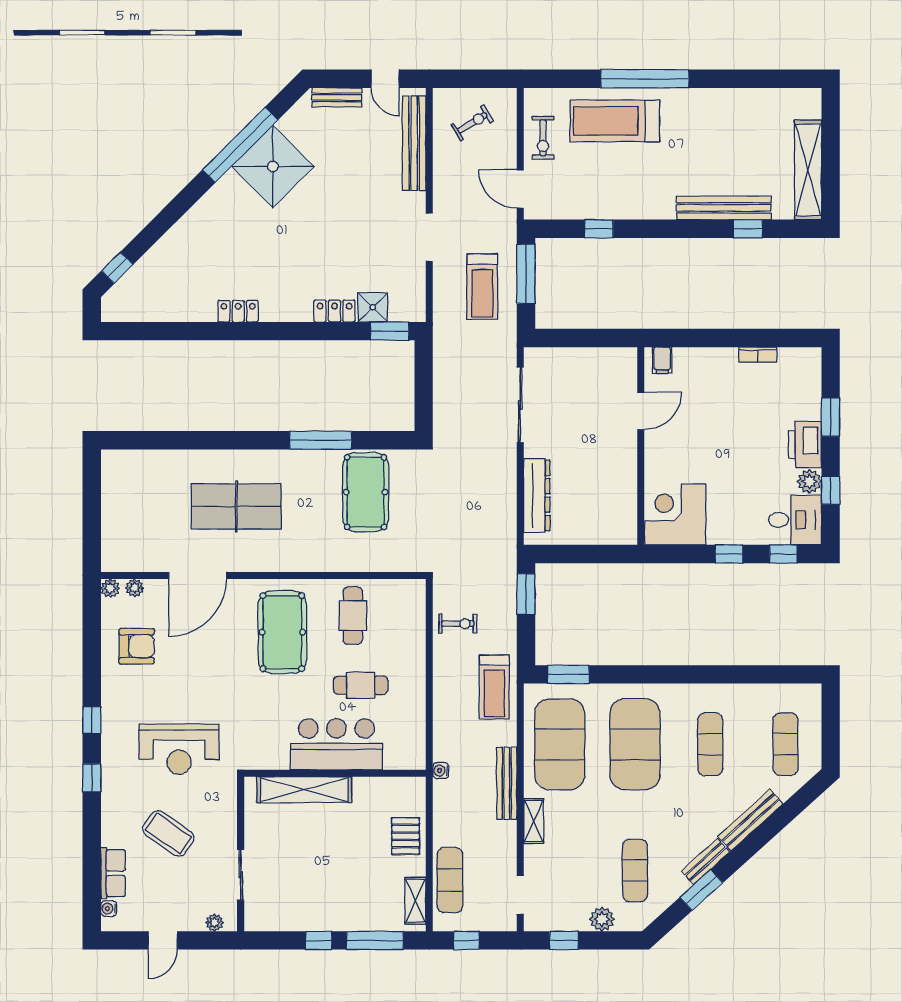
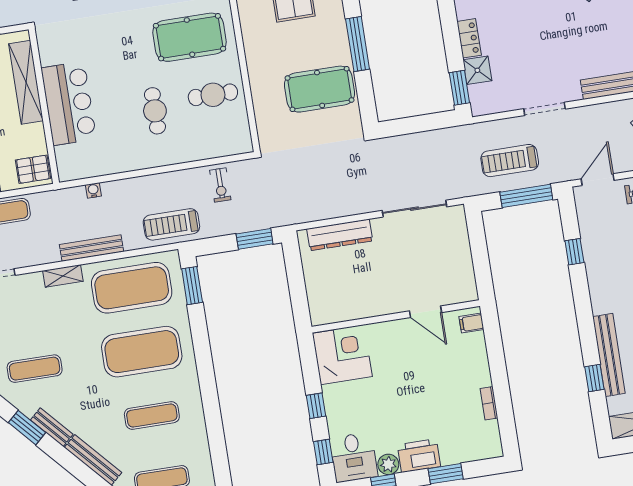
bar counter: (336, 744) -> (69, 103), moved
wall: (335, 773) -> (44, 106), moved
shelving: (304, 790) -> (26, 82), moved

